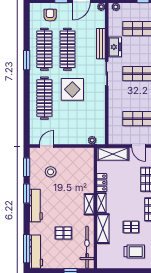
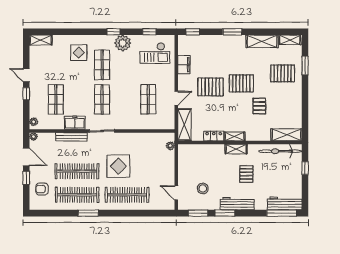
shelving: (103, 229) -> (286, 135), moved
pallet: (63, 233) -> (246, 174), moved
trolley: (134, 252) -> (284, 103), removed

